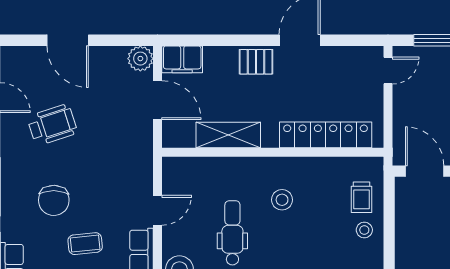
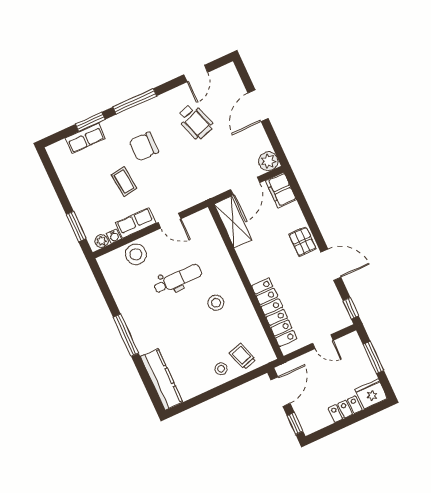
window: (363, 40) -> (351, 308), added
door: (388, 71) -> (323, 342), moved
shelving: (228, 135) -> (233, 222), moved
trolley: (361, 197) -> (243, 356), turned 72

